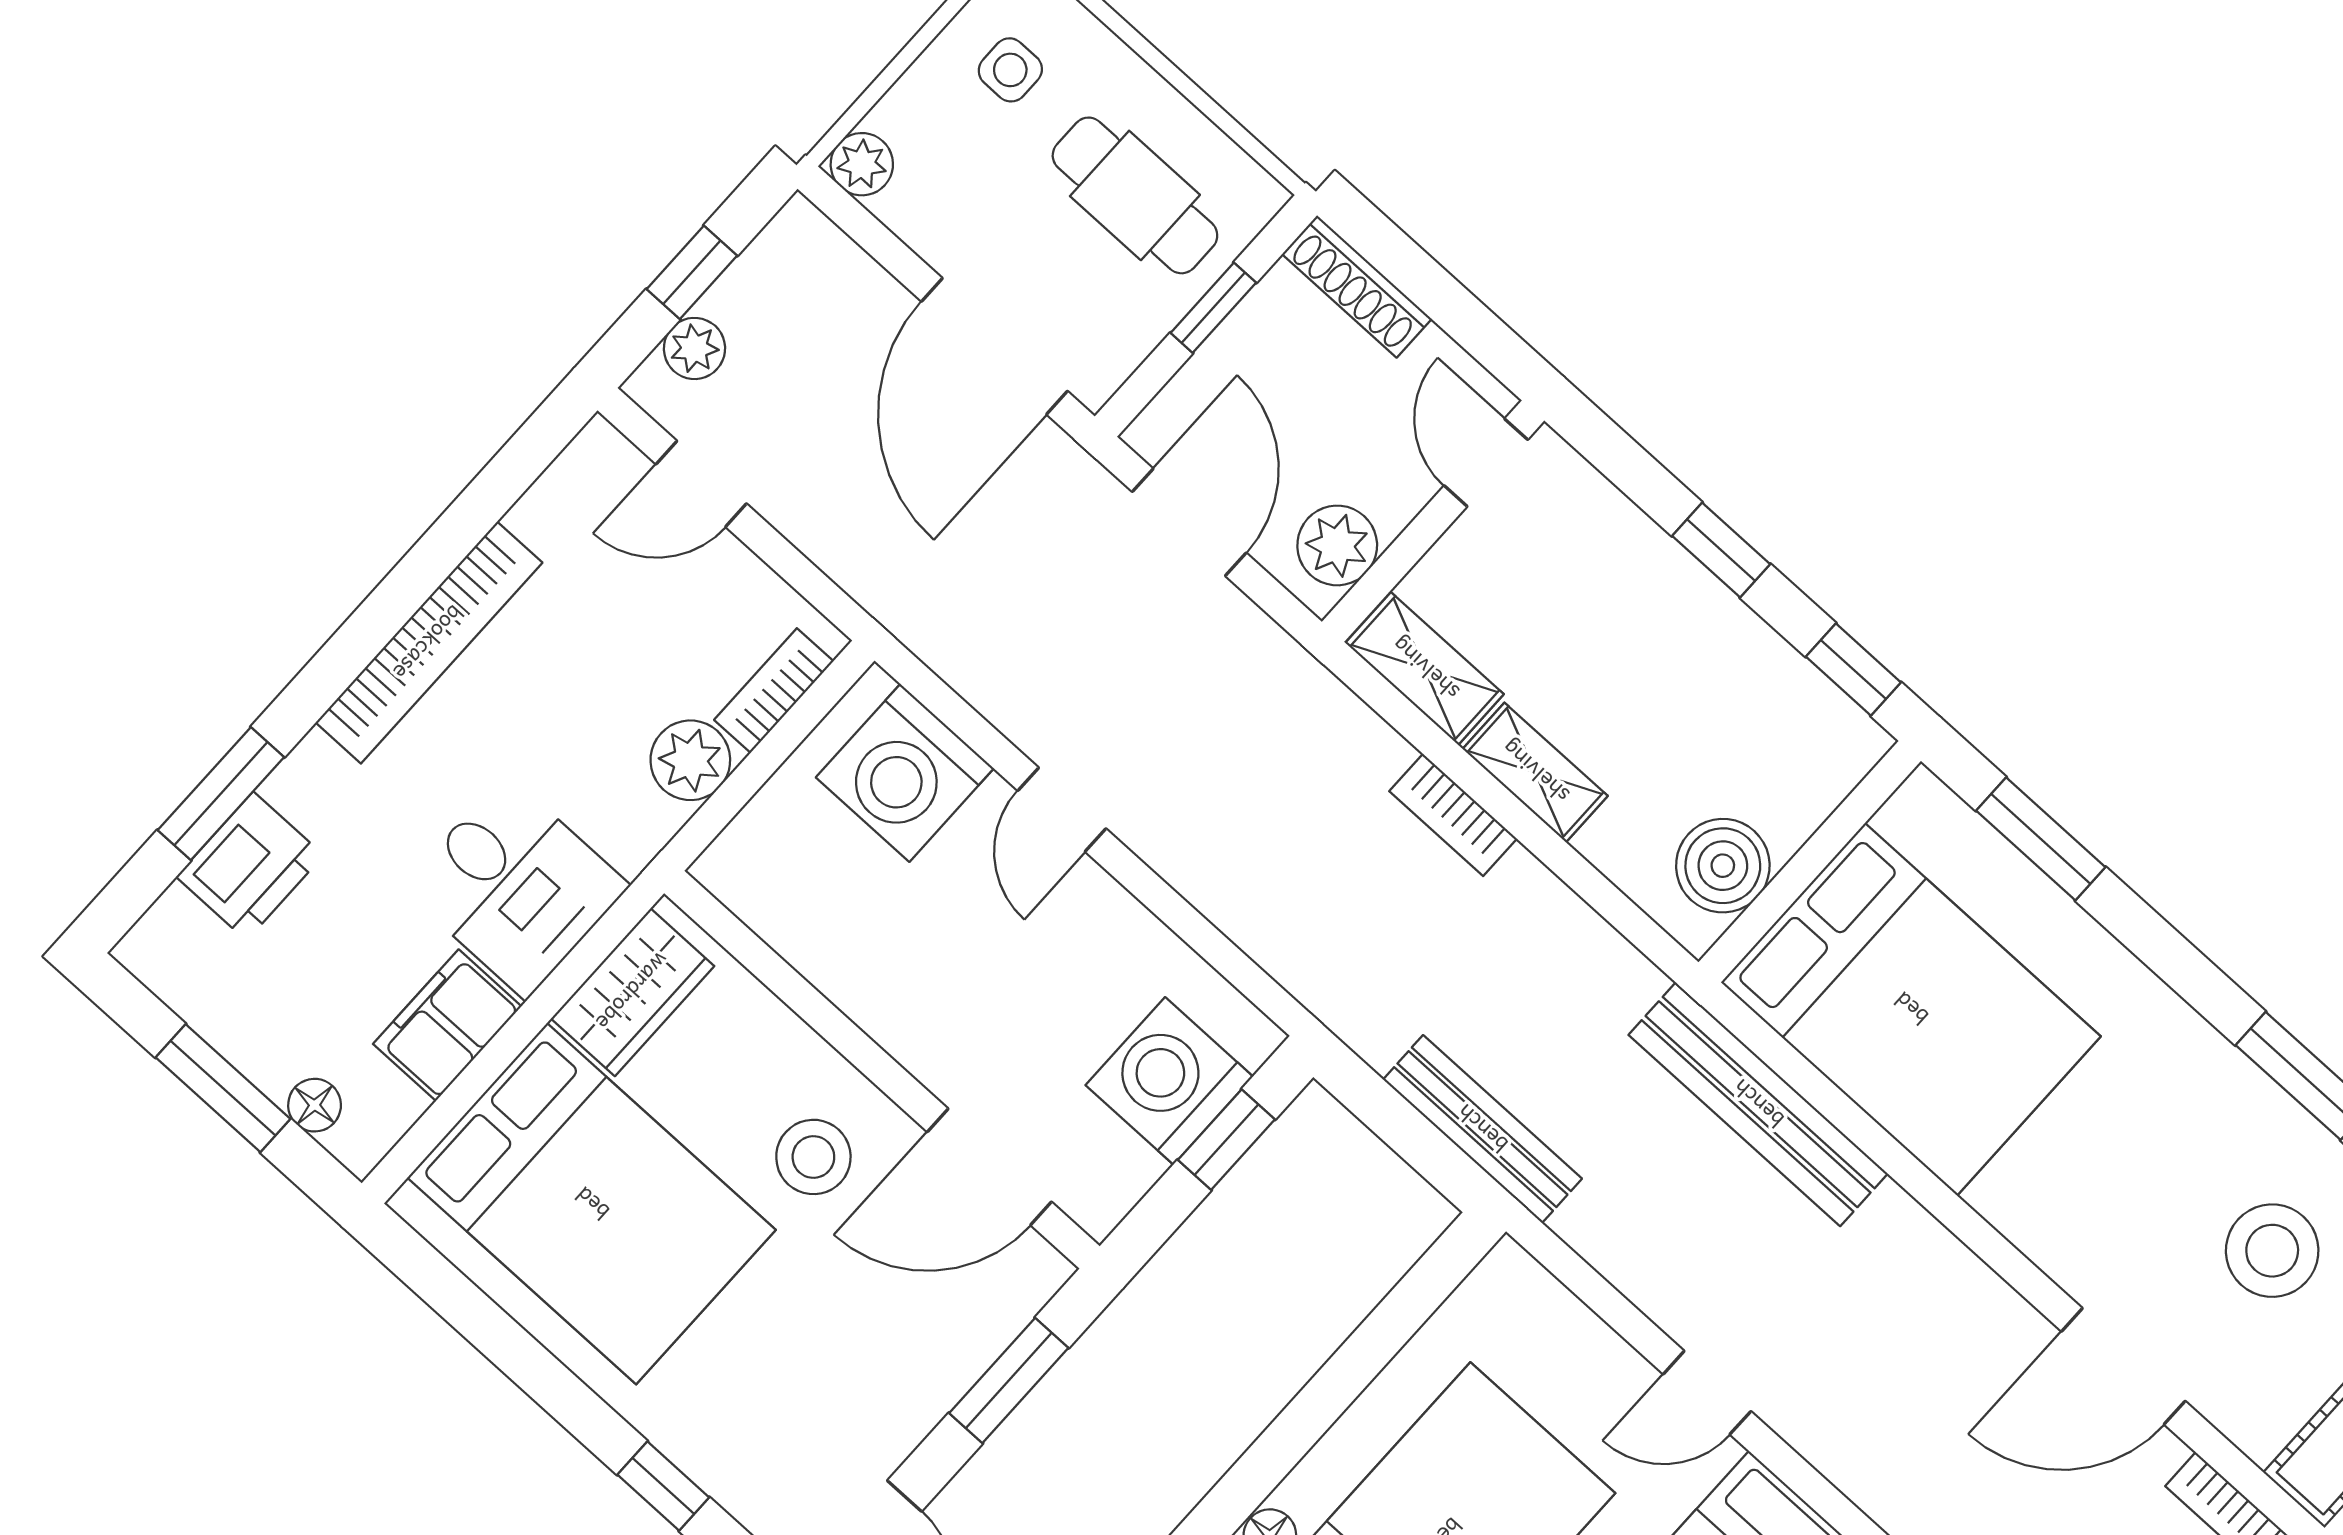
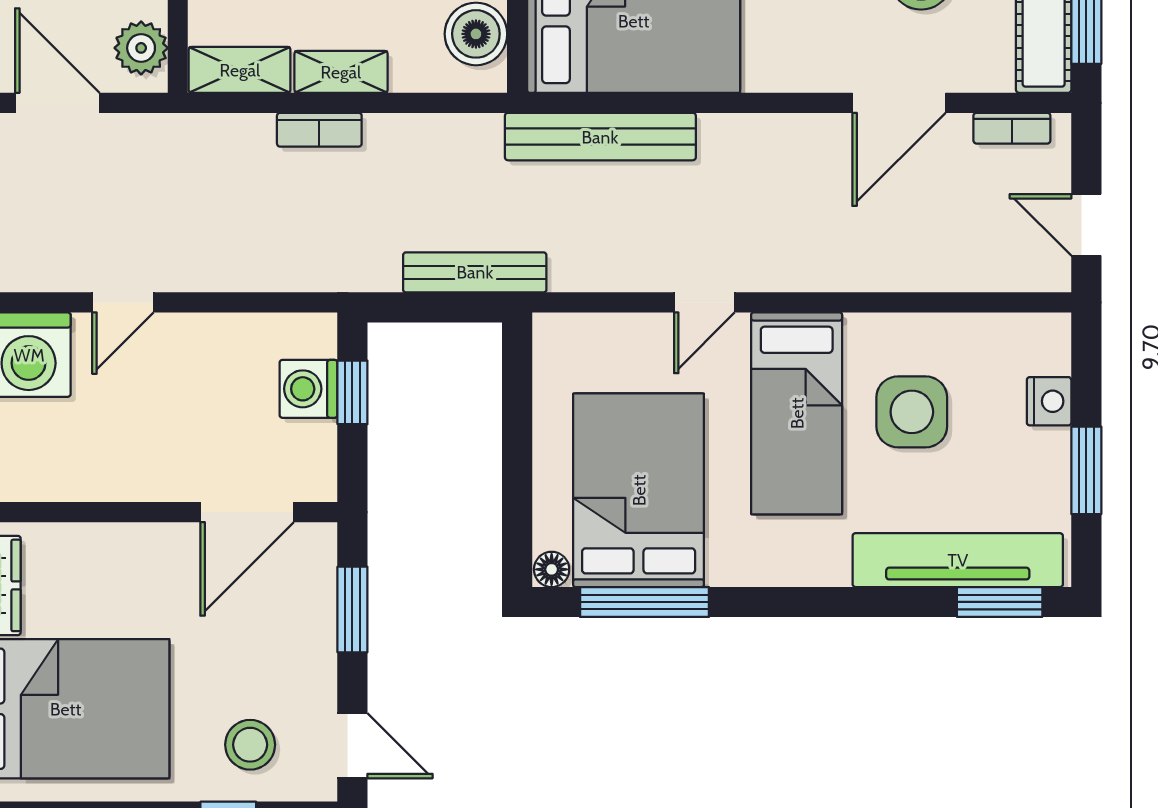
door: (1062, 810) -> (123, 302), hinge flipped
washing machine: (1169, 1081) -> (309, 389), width x0.73, depth x0.73
stool: (813, 1157) -> (250, 745), moved

